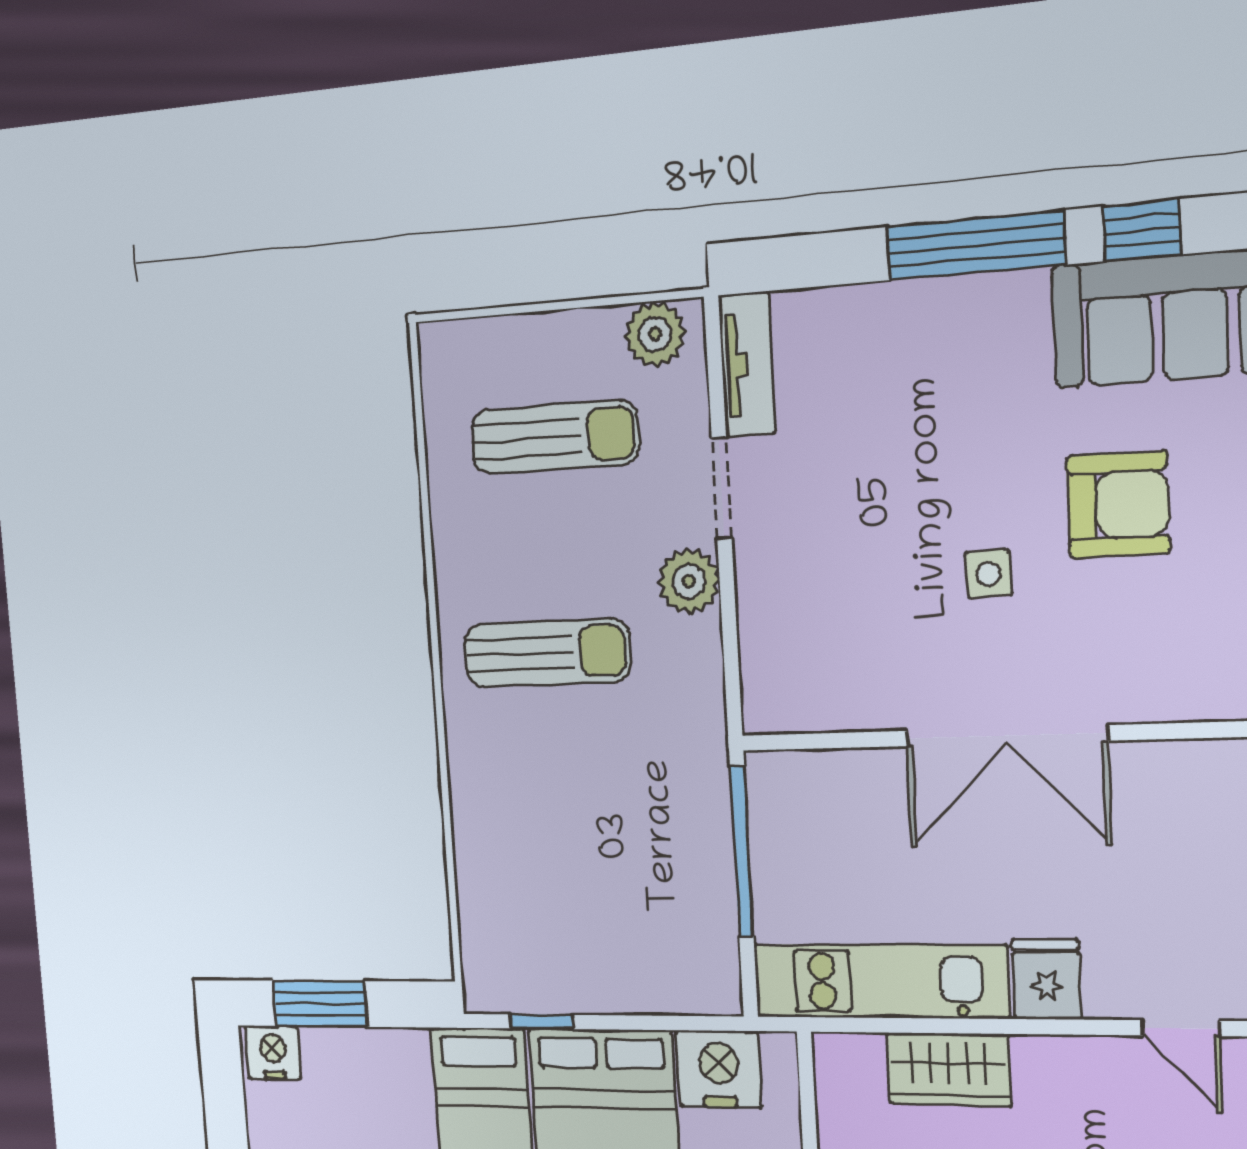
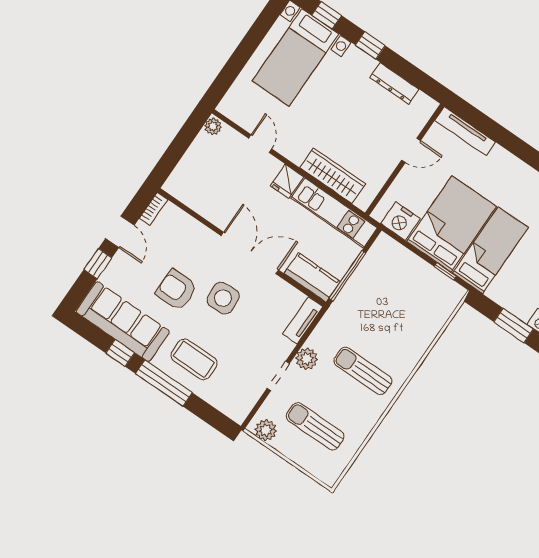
tv unit: (747, 364) -> (303, 320), moved
coffee table: (947, 366) -> (194, 359), added
side table: (989, 574) -> (223, 298), width x1.87, depth x1.87
kitchen counter: (817, 787) -> (312, 277), added
wardrobe: (949, 1069) -> (333, 176), width x1.50

